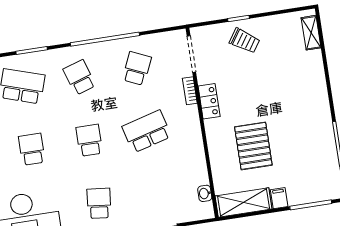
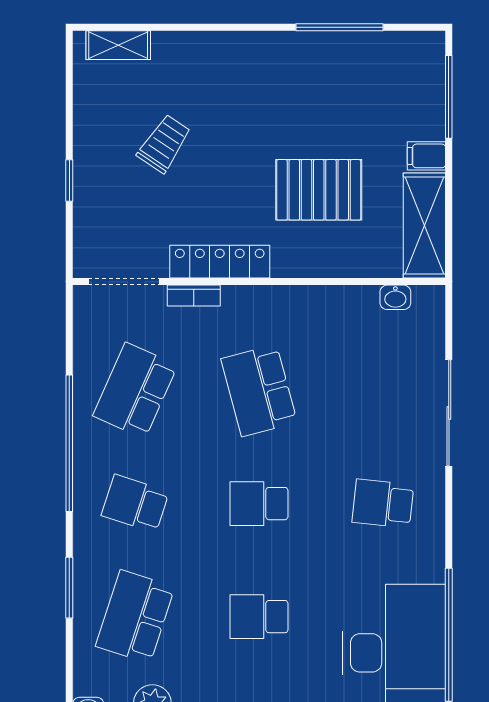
trolley: (245, 41) -> (164, 144), moved
school desk: (137, 68) -> (135, 391), width x1.85
school desk: (79, 77) -> (135, 504), turned 36
locker: (209, 101) -> (220, 262), width x1.53

